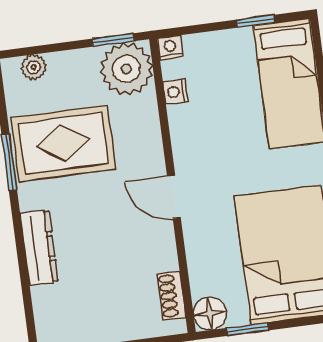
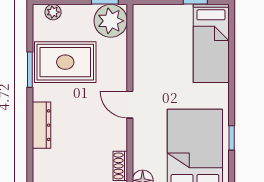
nightstand: (170, 48) -> (140, 11), removed
nightstand: (175, 92) -> (139, 39), removed

